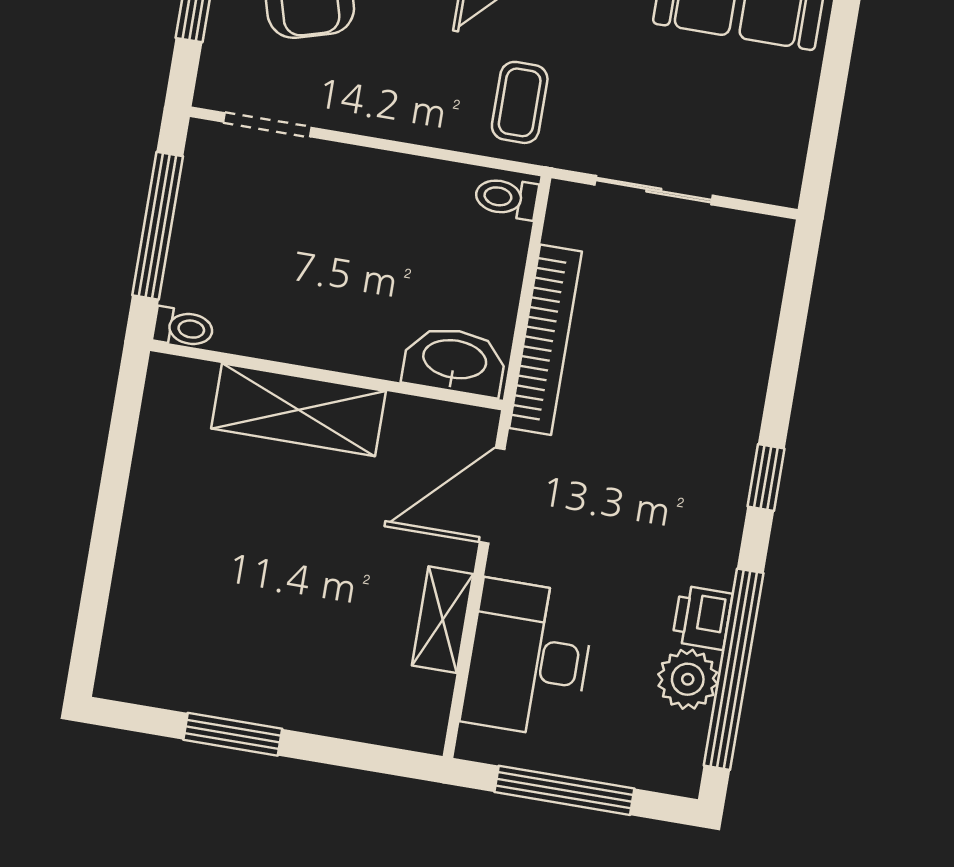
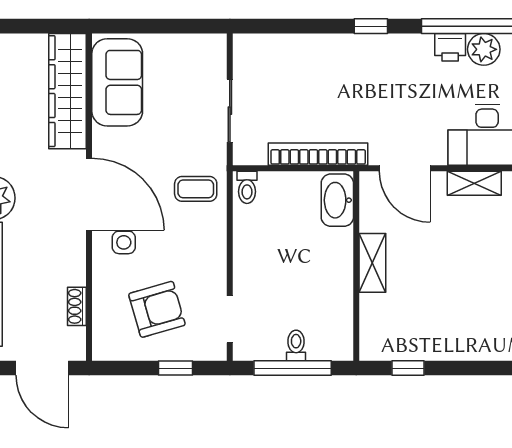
toilet: (183, 328) -> (296, 345), moved
shelving: (298, 410) -> (372, 263), width x0.67, depth x0.75
window: (122, 439) -> (408, 368), added

